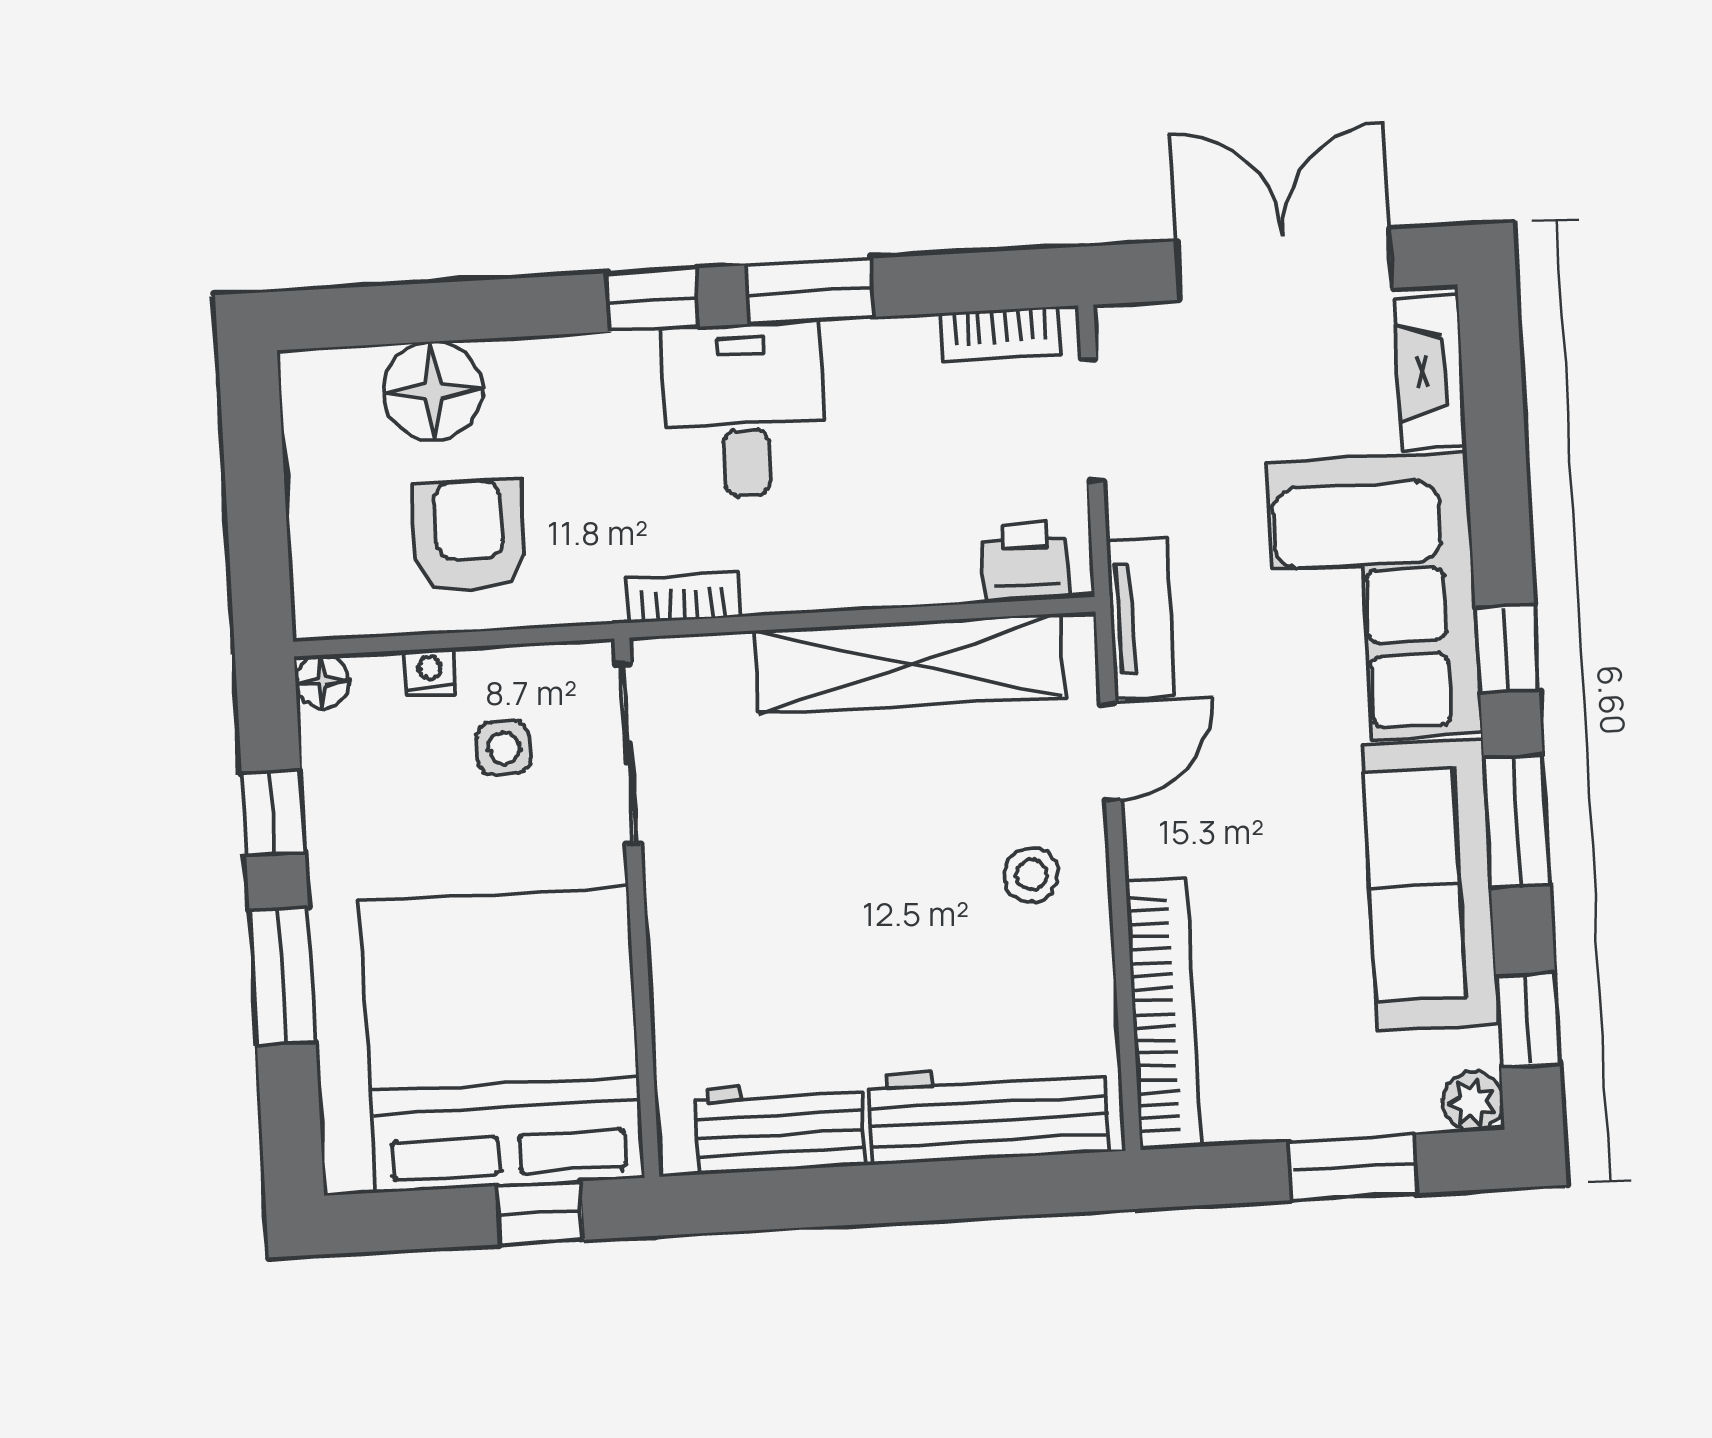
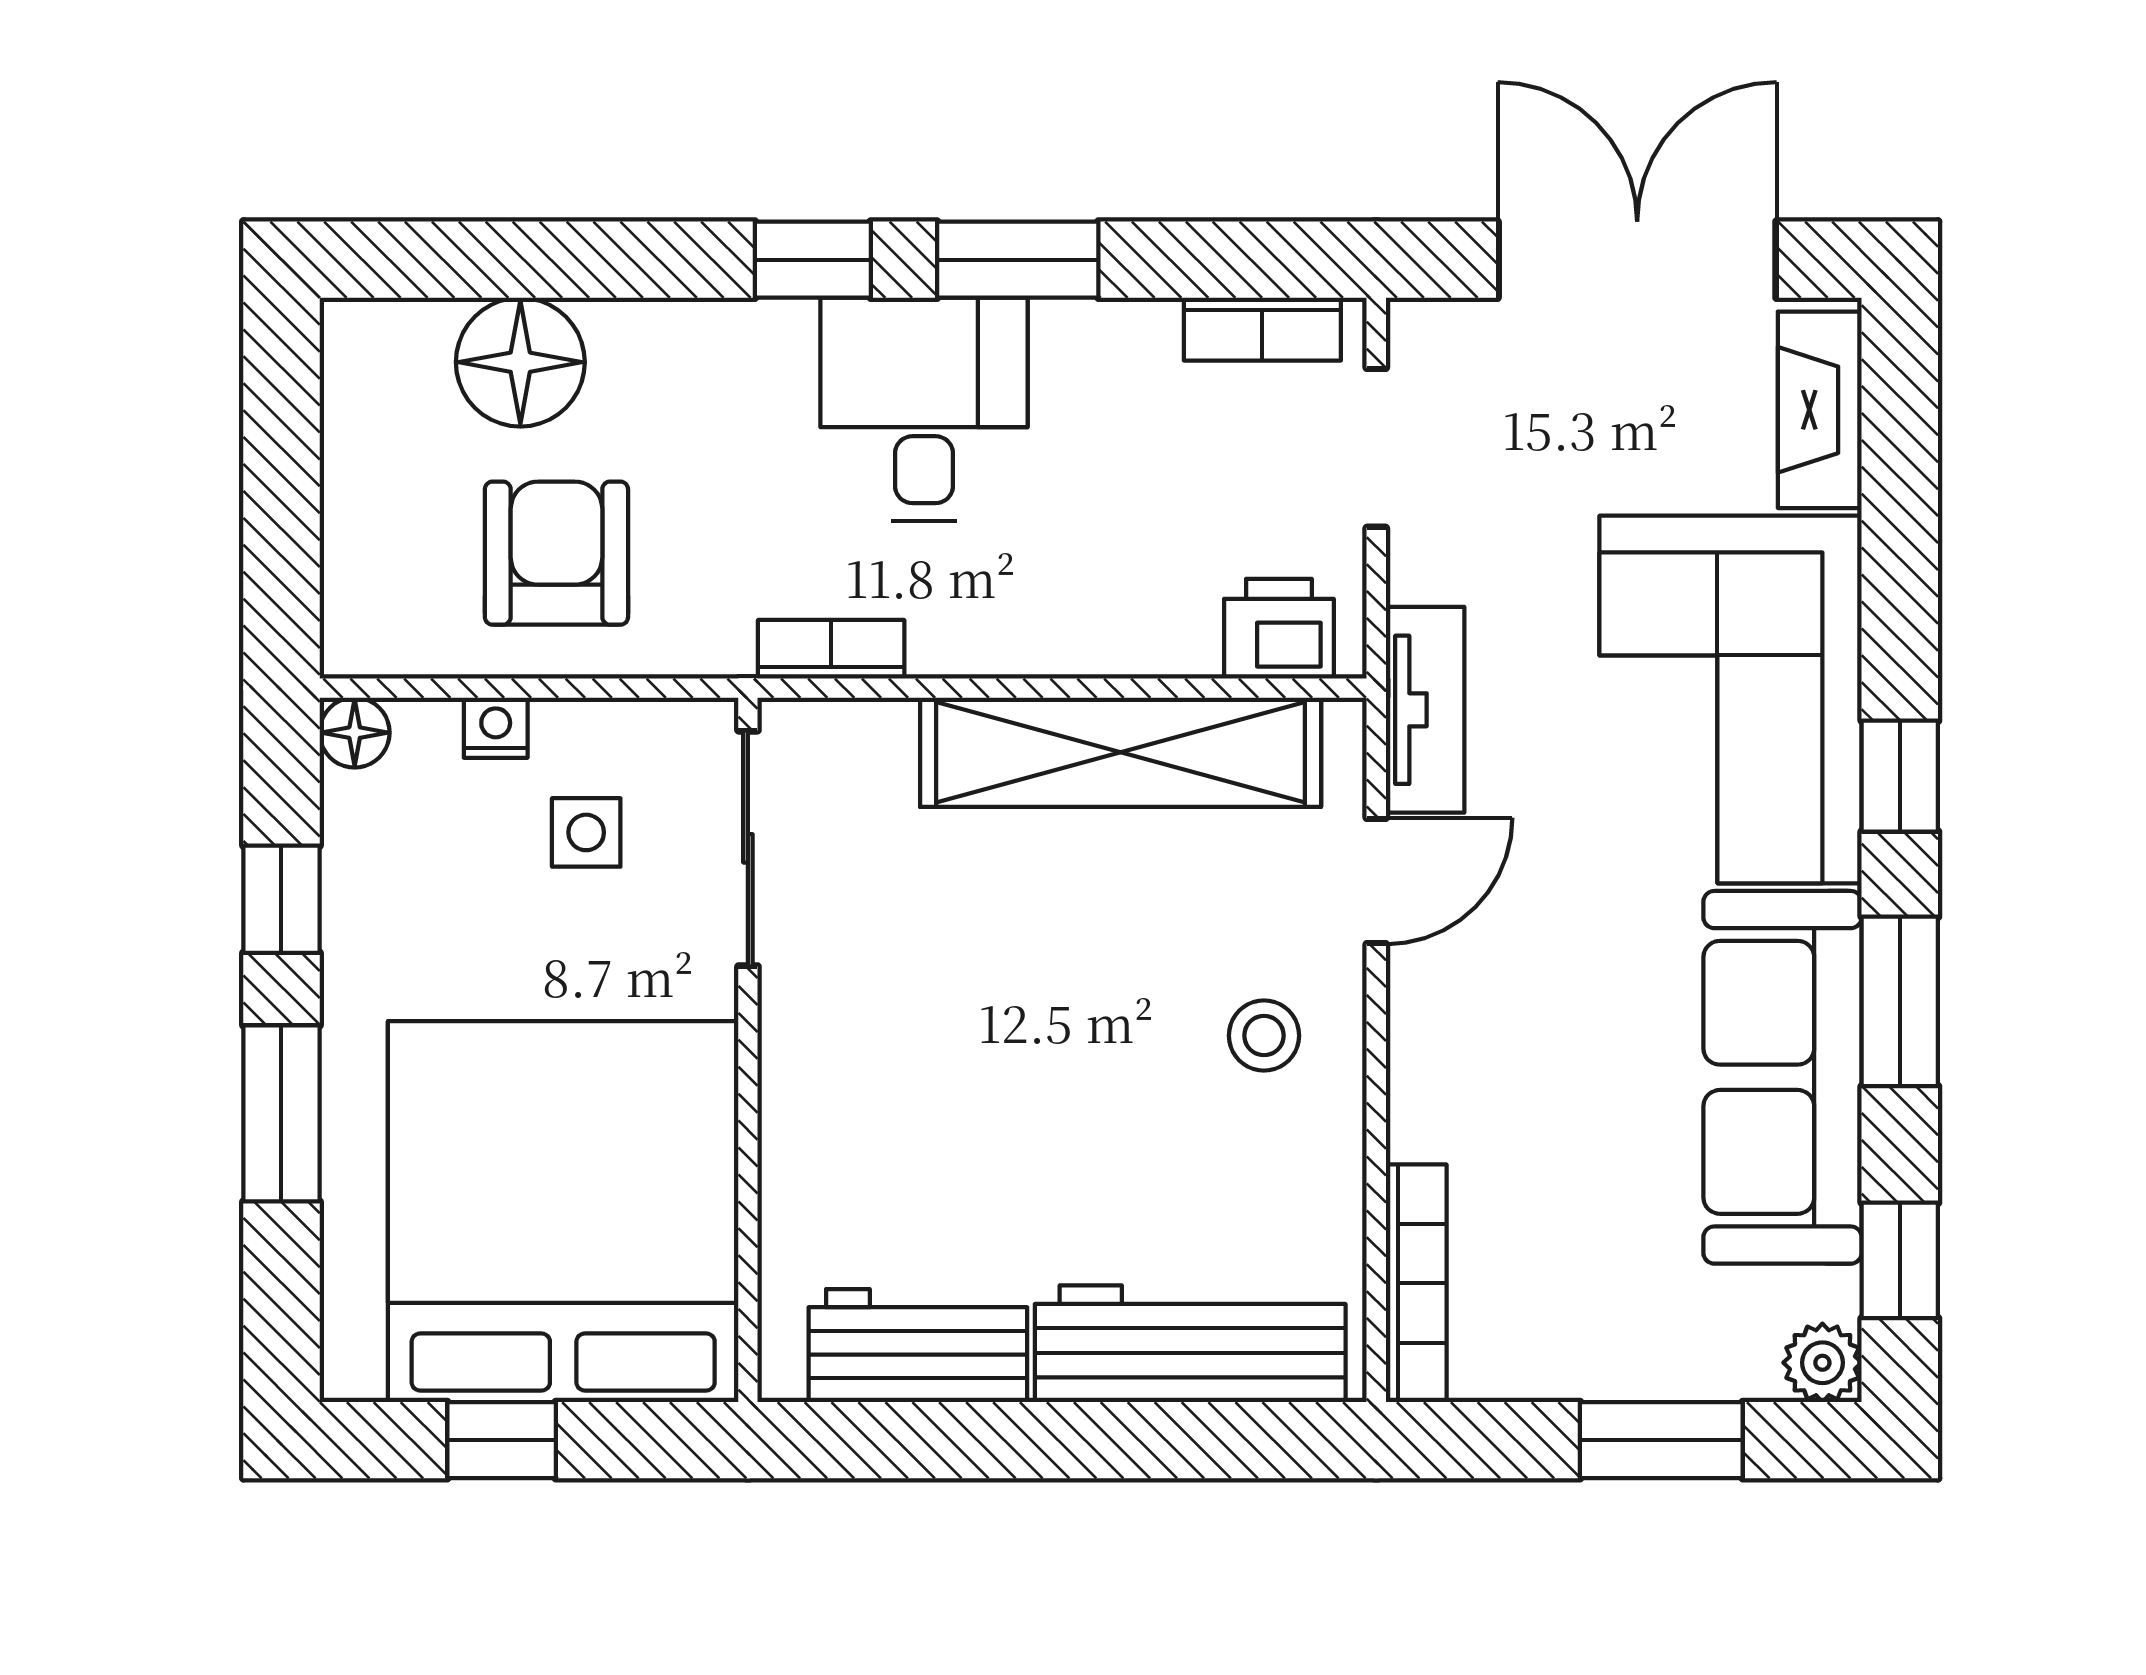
bookcase: (1163, 1014) -> (1416, 1283), width x0.68, depth x0.76
window: (540, 1213) -> (502, 1440), moved

